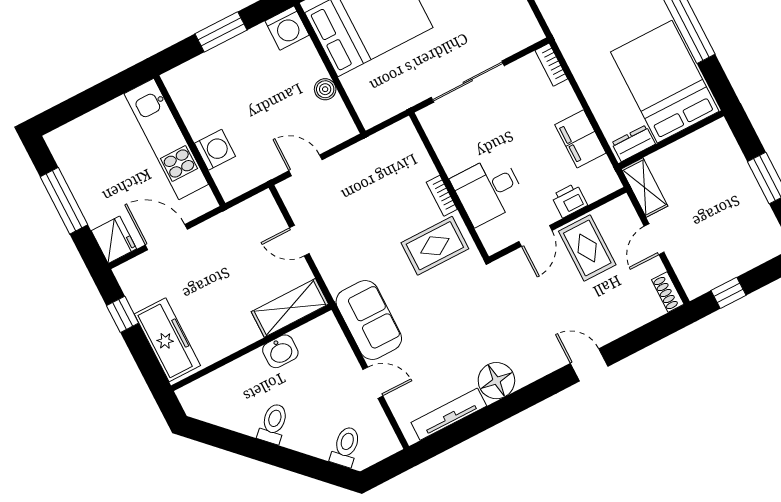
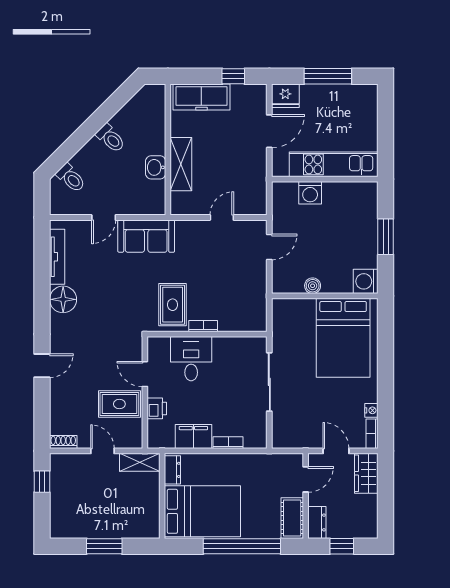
bookcase: (551, 65) -> (228, 443), moved
shelving: (290, 308) -> (181, 164), moved

